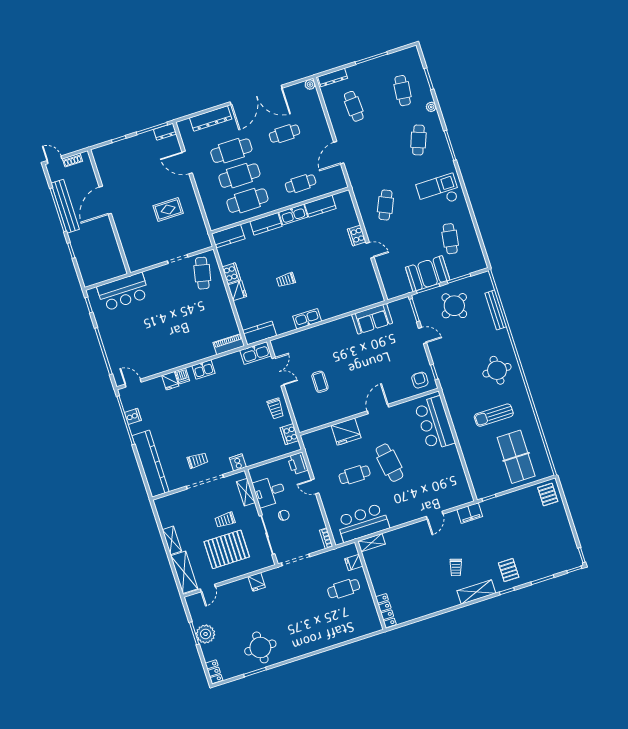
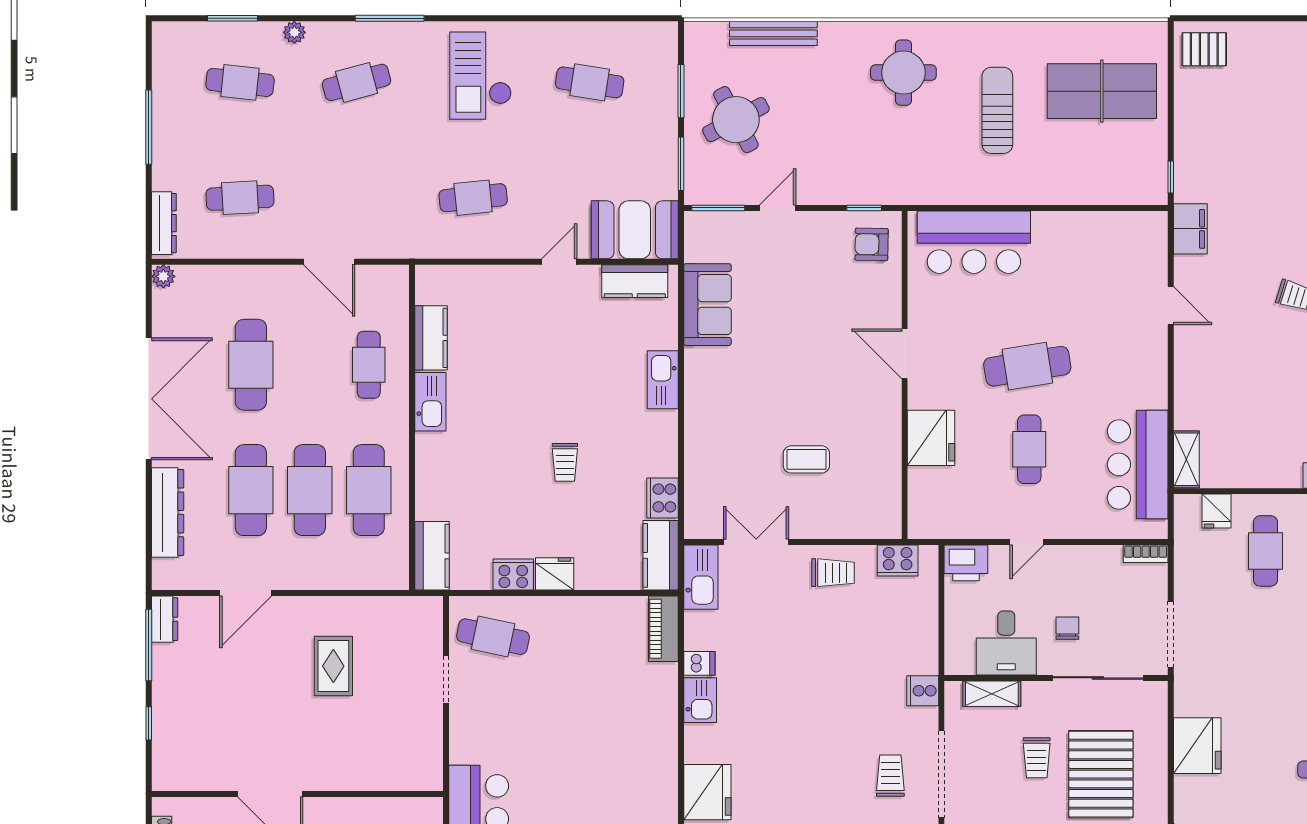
cafe table: (284, 134) -> (251, 365), width x1.37, depth x1.35
cafe table: (418, 140) -> (357, 82), turned -36
cafe table: (385, 205) -> (473, 198), turned -30
kitchen counter: (266, 224) -> (635, 281), moved, turned 90
cooker: (357, 235) -> (662, 498), moved, turned 90
booth: (428, 274) -> (635, 230), moved, turned 90
kitchen sink: (307, 319) -> (663, 380), moved
dishwasher: (182, 376) -> (699, 663), moved
fridge: (170, 381) -> (707, 792), width x1.88, depth x1.34
sun lounger: (494, 415) -> (997, 110), turned 180
fridge: (257, 582) -> (1197, 746), width x1.88, depth x1.34

